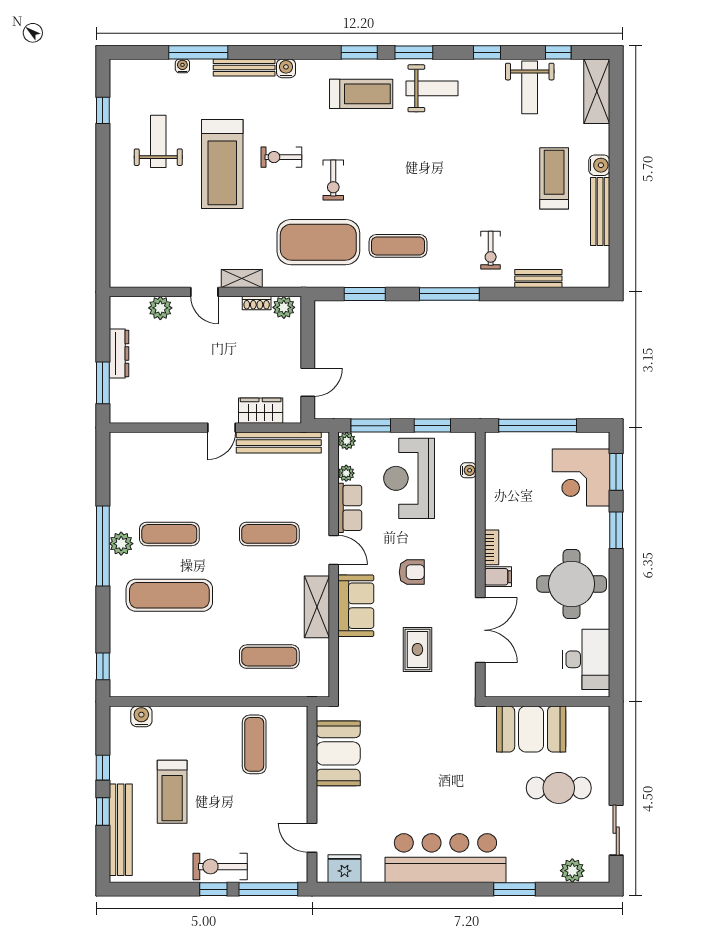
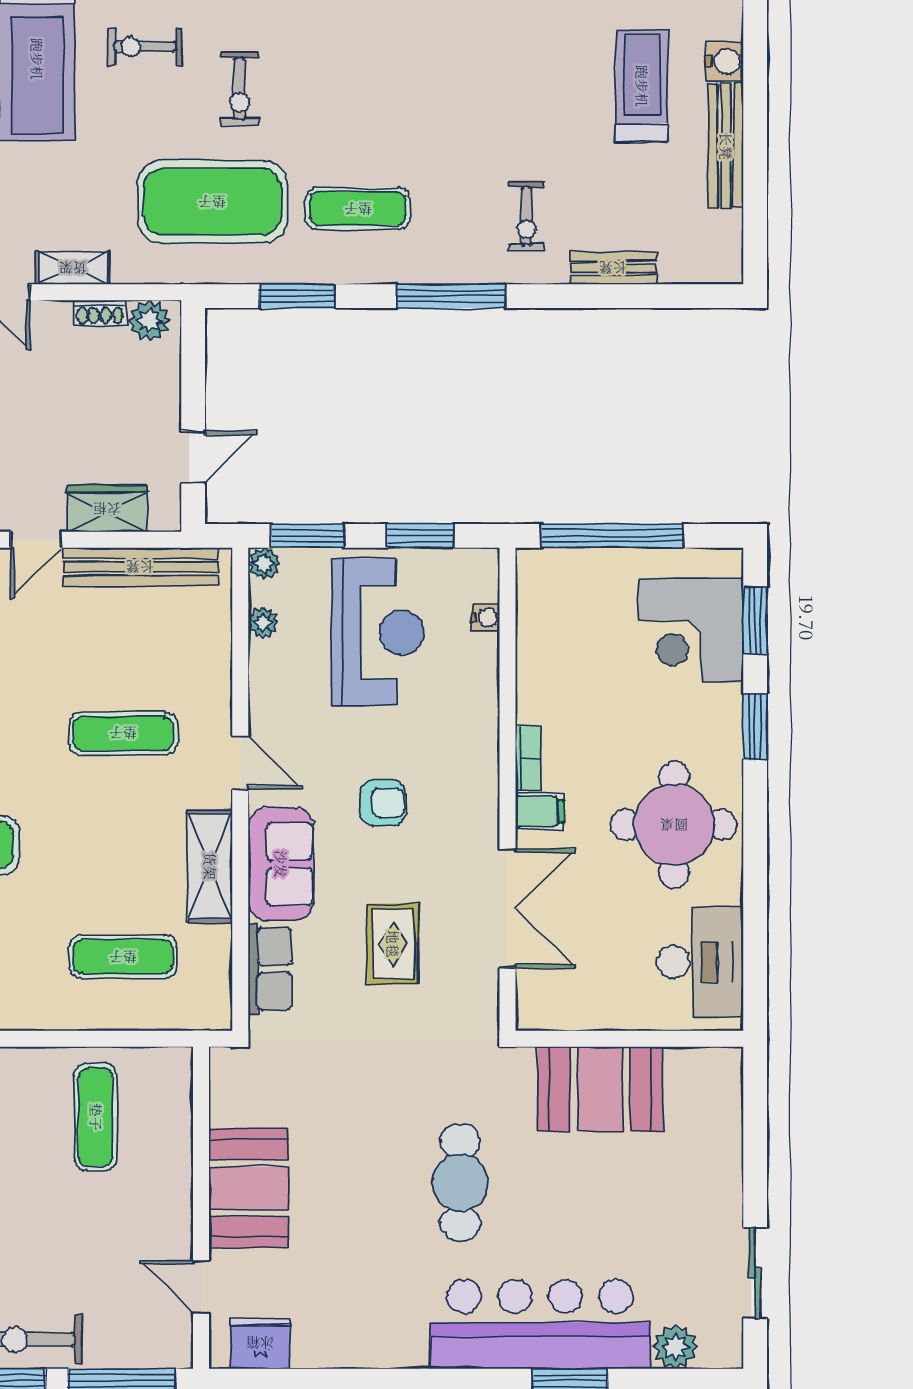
reception desk: (409, 478) -> (378, 632), turned 180
row of seats: (350, 508) -> (270, 969), moved
booth: (338, 753) -> (249, 1188), moved
cafe table: (559, 788) -> (460, 1183), moved, turned 90
bar counter: (445, 858) -> (540, 1324), moved

